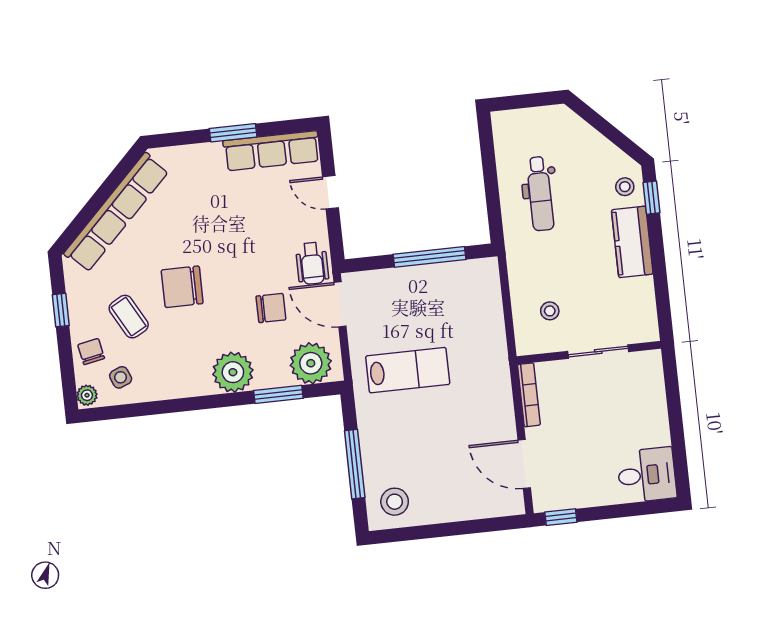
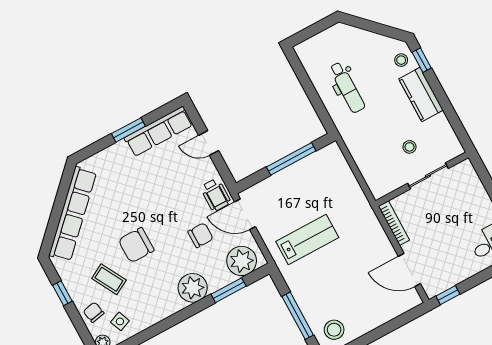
stool: (550, 311) -> (409, 147), moved

